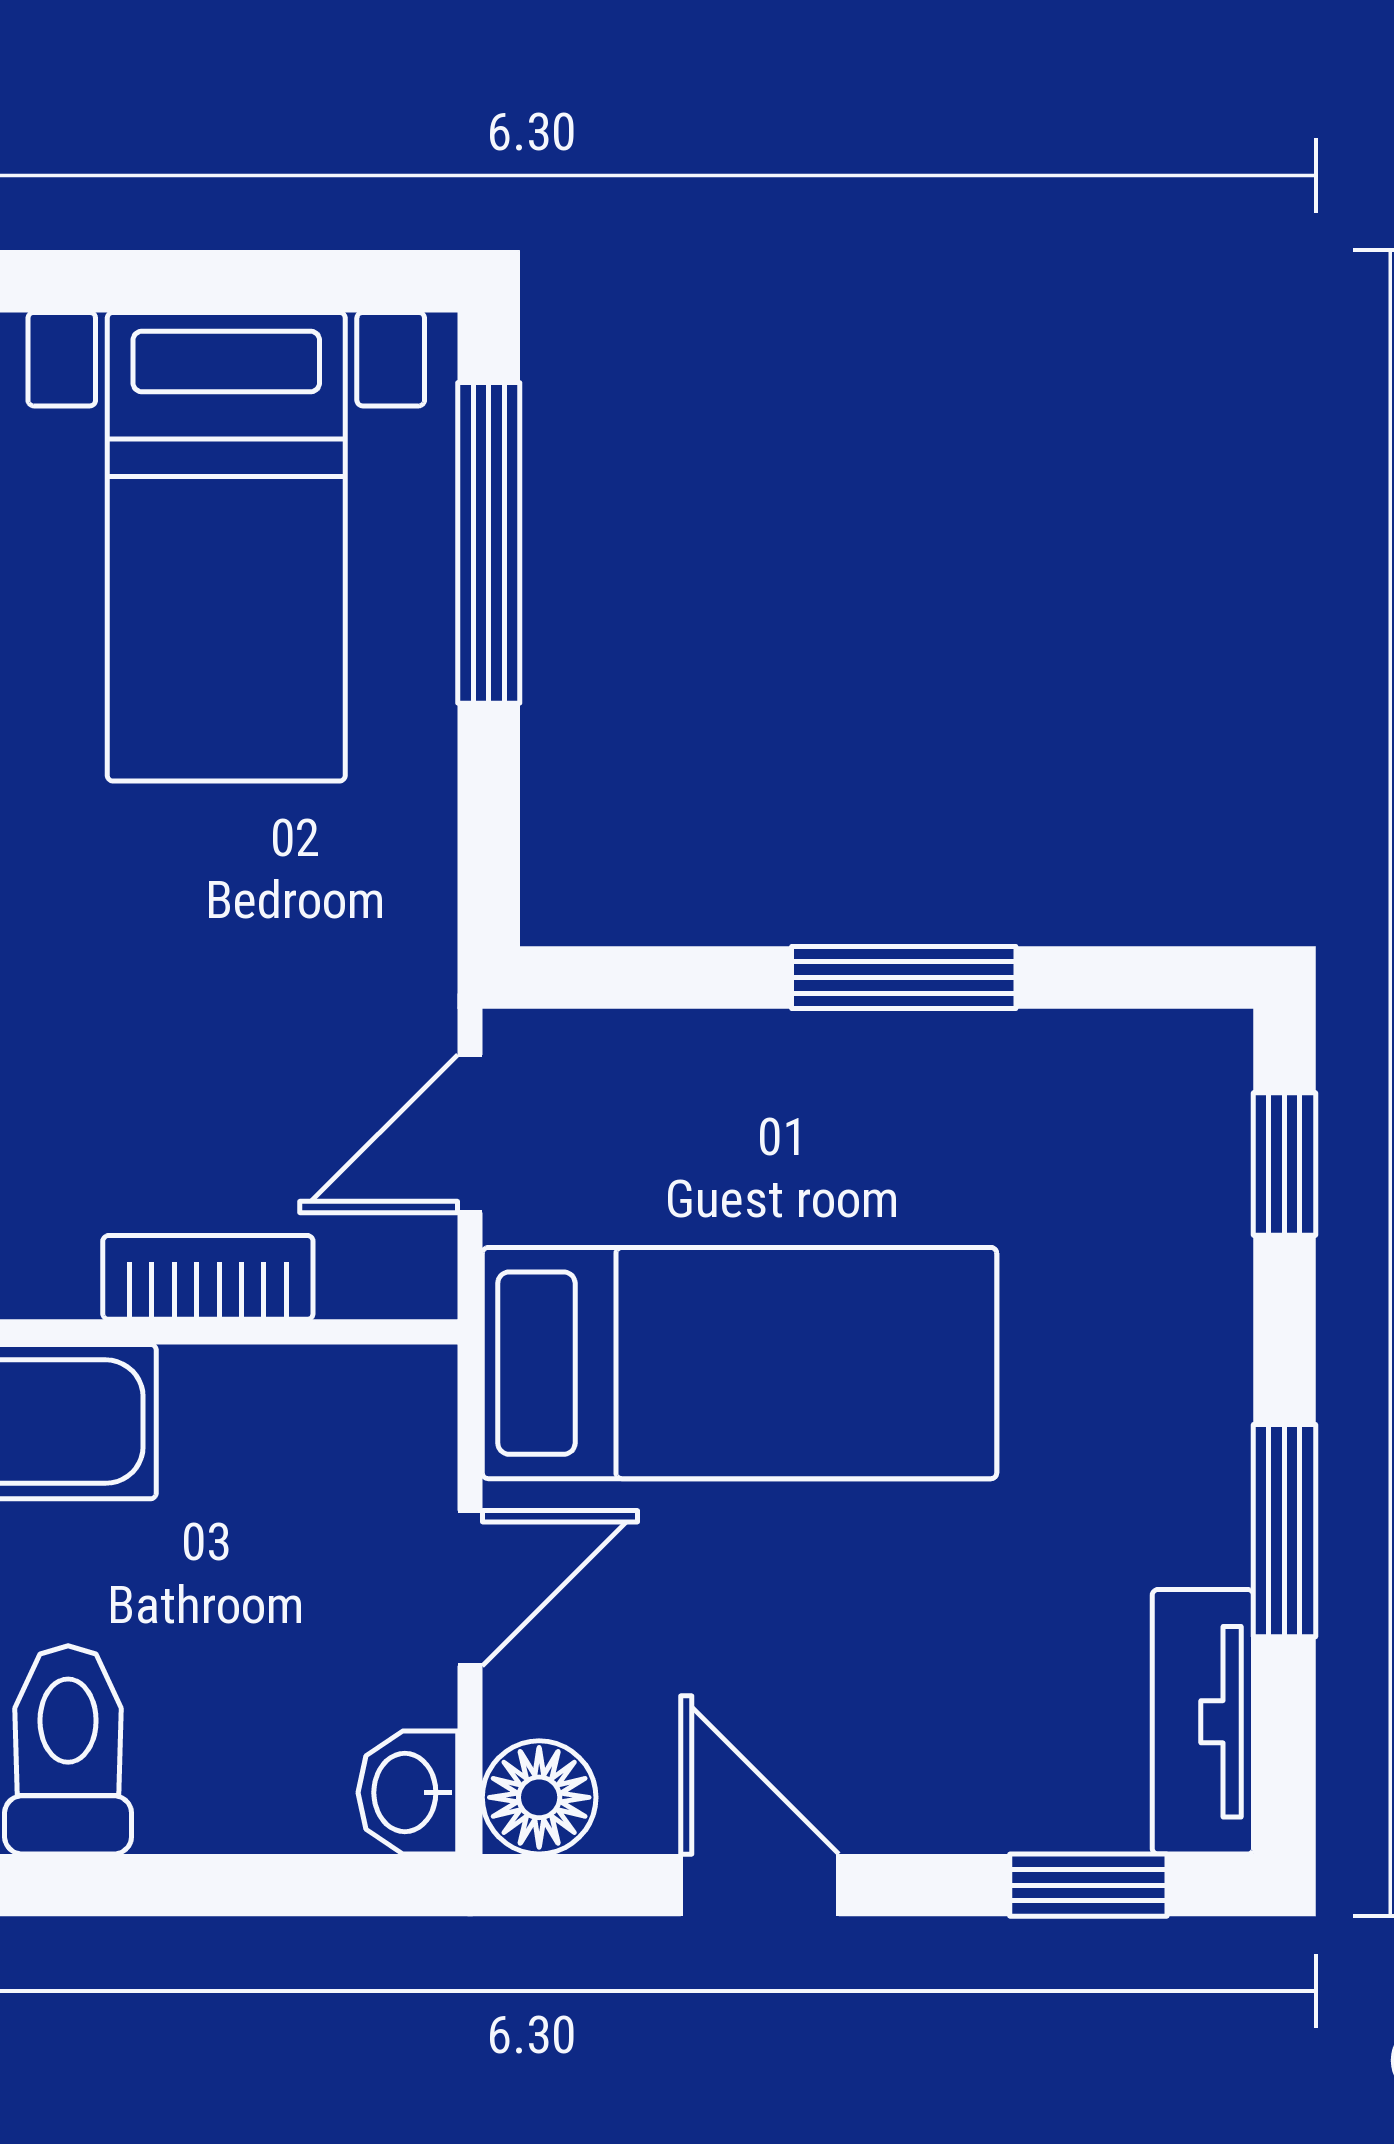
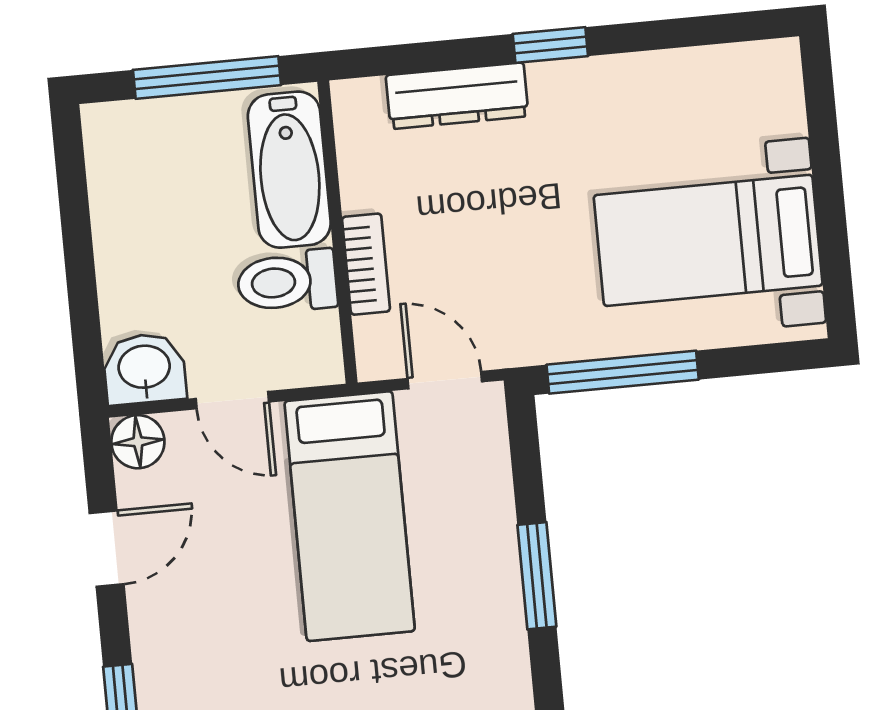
window: (489, 543) -> (623, 372), moved
toilet: (68, 1750) -> (287, 282), moved, turned 180
washbasin: (408, 1793) -> (144, 369), width x1.38, depth x1.45

